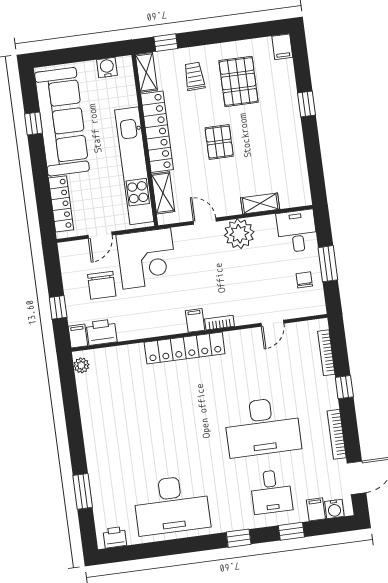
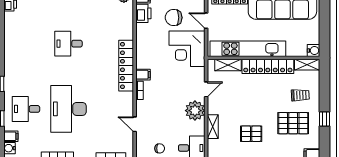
window: (166, 43) -> (324, 119), moved
water cooler: (107, 67) -> (313, 51), moved
pallet: (219, 142) -> (251, 134), moved
desk: (172, 505) -> (69, 44), moved, width x0.53, depth x0.77

